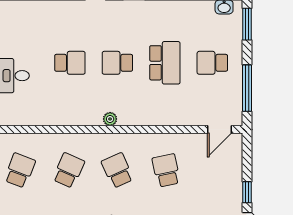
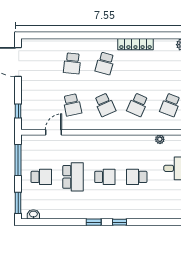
school desk: (165, 63) -> (73, 177), turned 180
plant: (110, 119) -> (160, 139), moved
door: (220, 129) -> (54, 132), moved
window: (247, 192) -> (18, 111), moved

